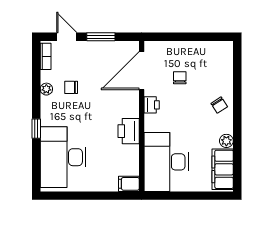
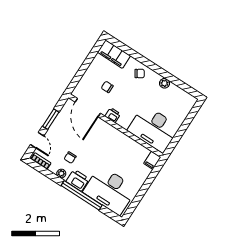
door: (67, 37) -> (37, 140), swing flipped
window: (36, 129) -> (82, 195), width x3.17
printer: (129, 131) -> (78, 180), moved, turned 180
filing cabinet: (223, 169) -> (114, 54), moved

